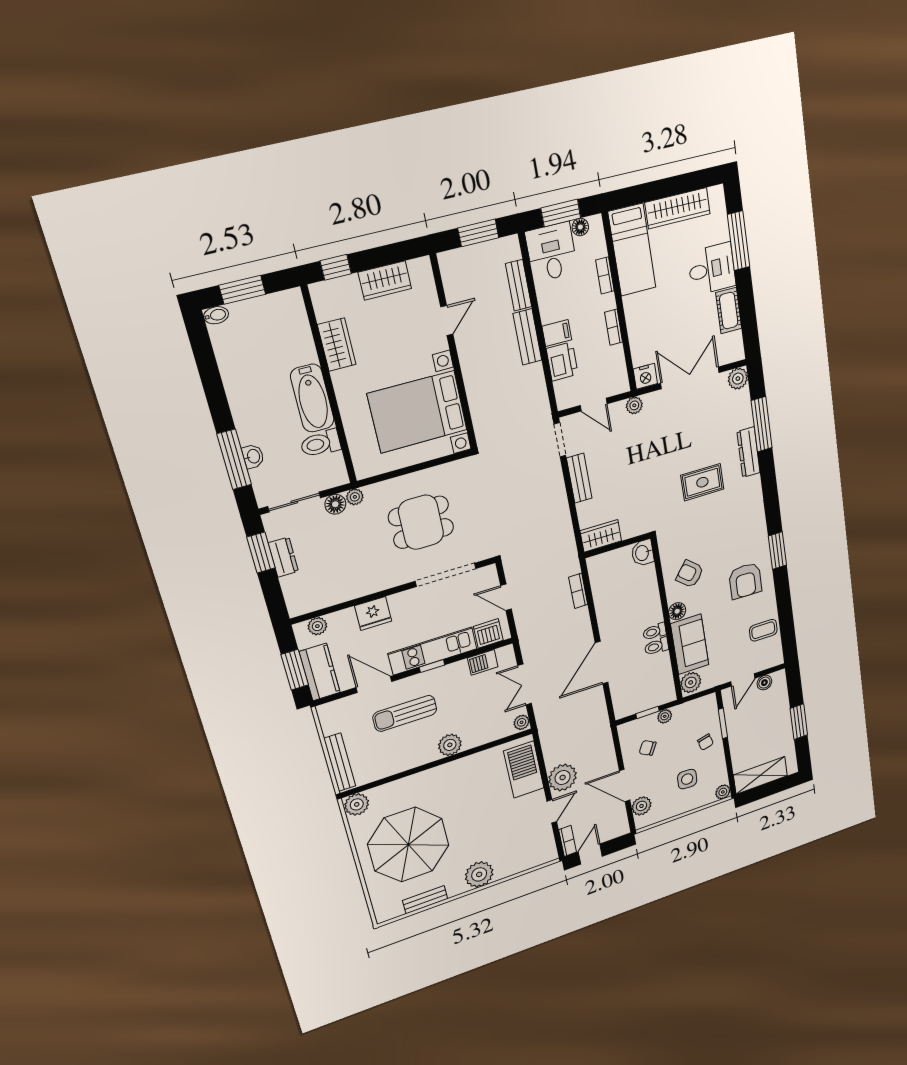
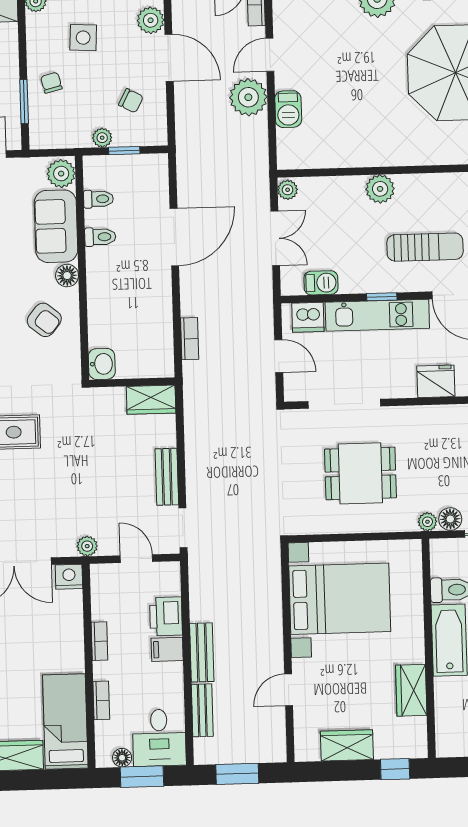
toilet: (655, 632) -> (98, 199), moved
barbecue: (524, 770) -> (288, 109), width x0.53, depth x0.65

